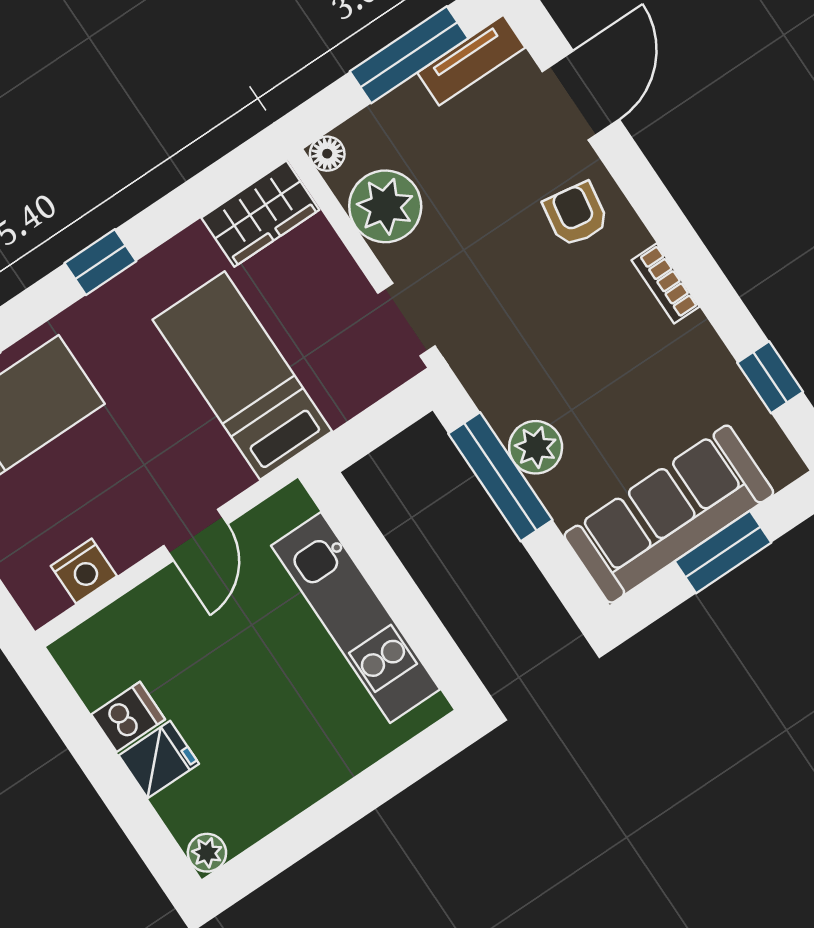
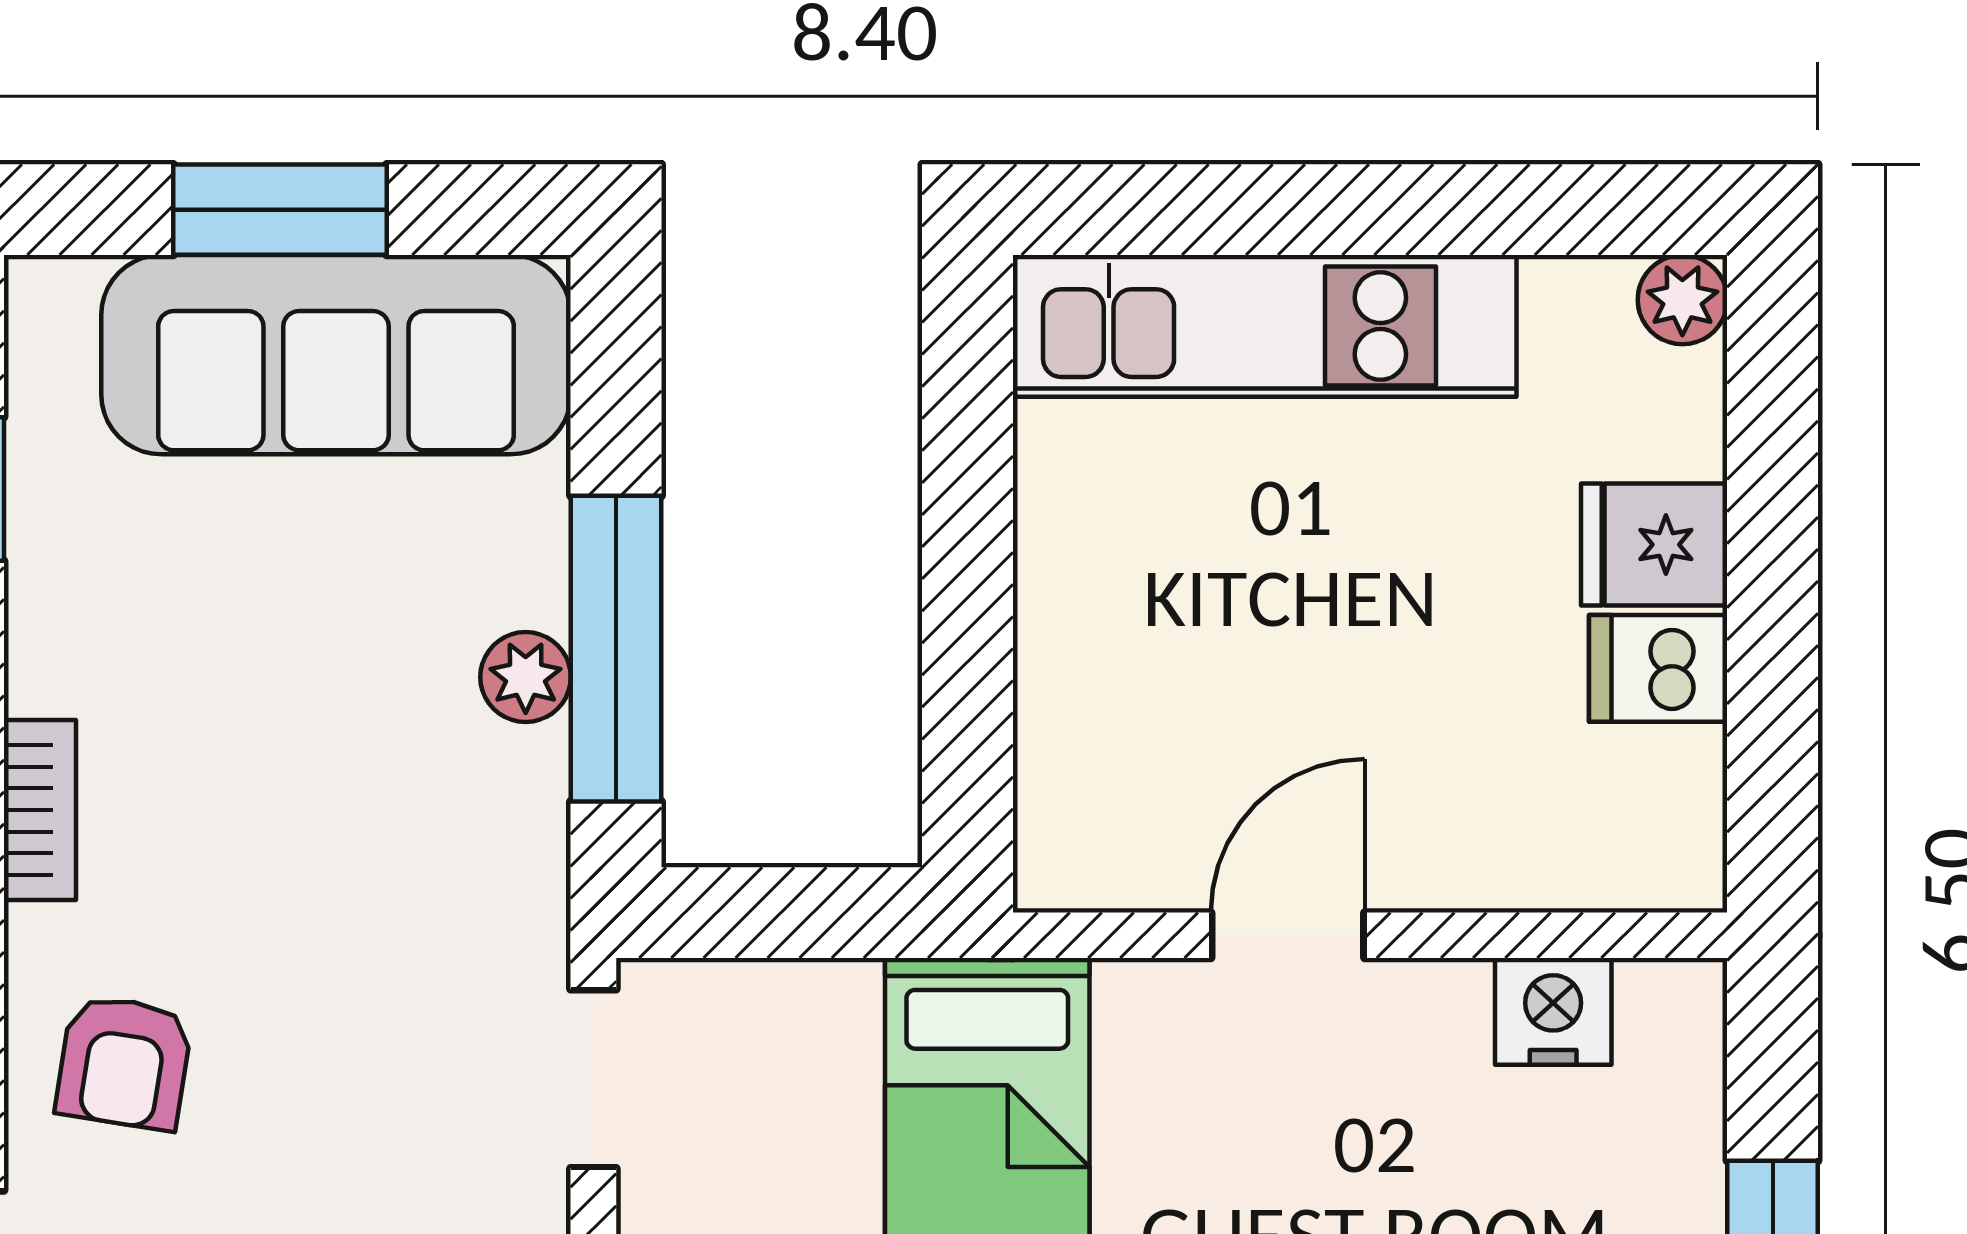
plant: (536, 447) -> (526, 677), width x0.73, depth x0.73
kitchen unit: (355, 617) -> (1265, 326), moved, turned 90

